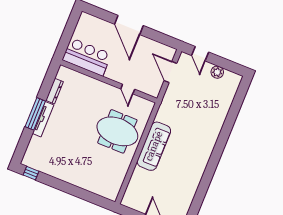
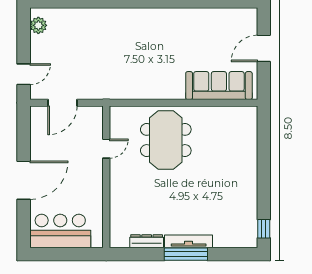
bar counter: (87, 57) -> (60, 231), moved, turned 90
plant: (217, 72) -> (38, 25), moved
sofa: (154, 146) -> (219, 86), moved

